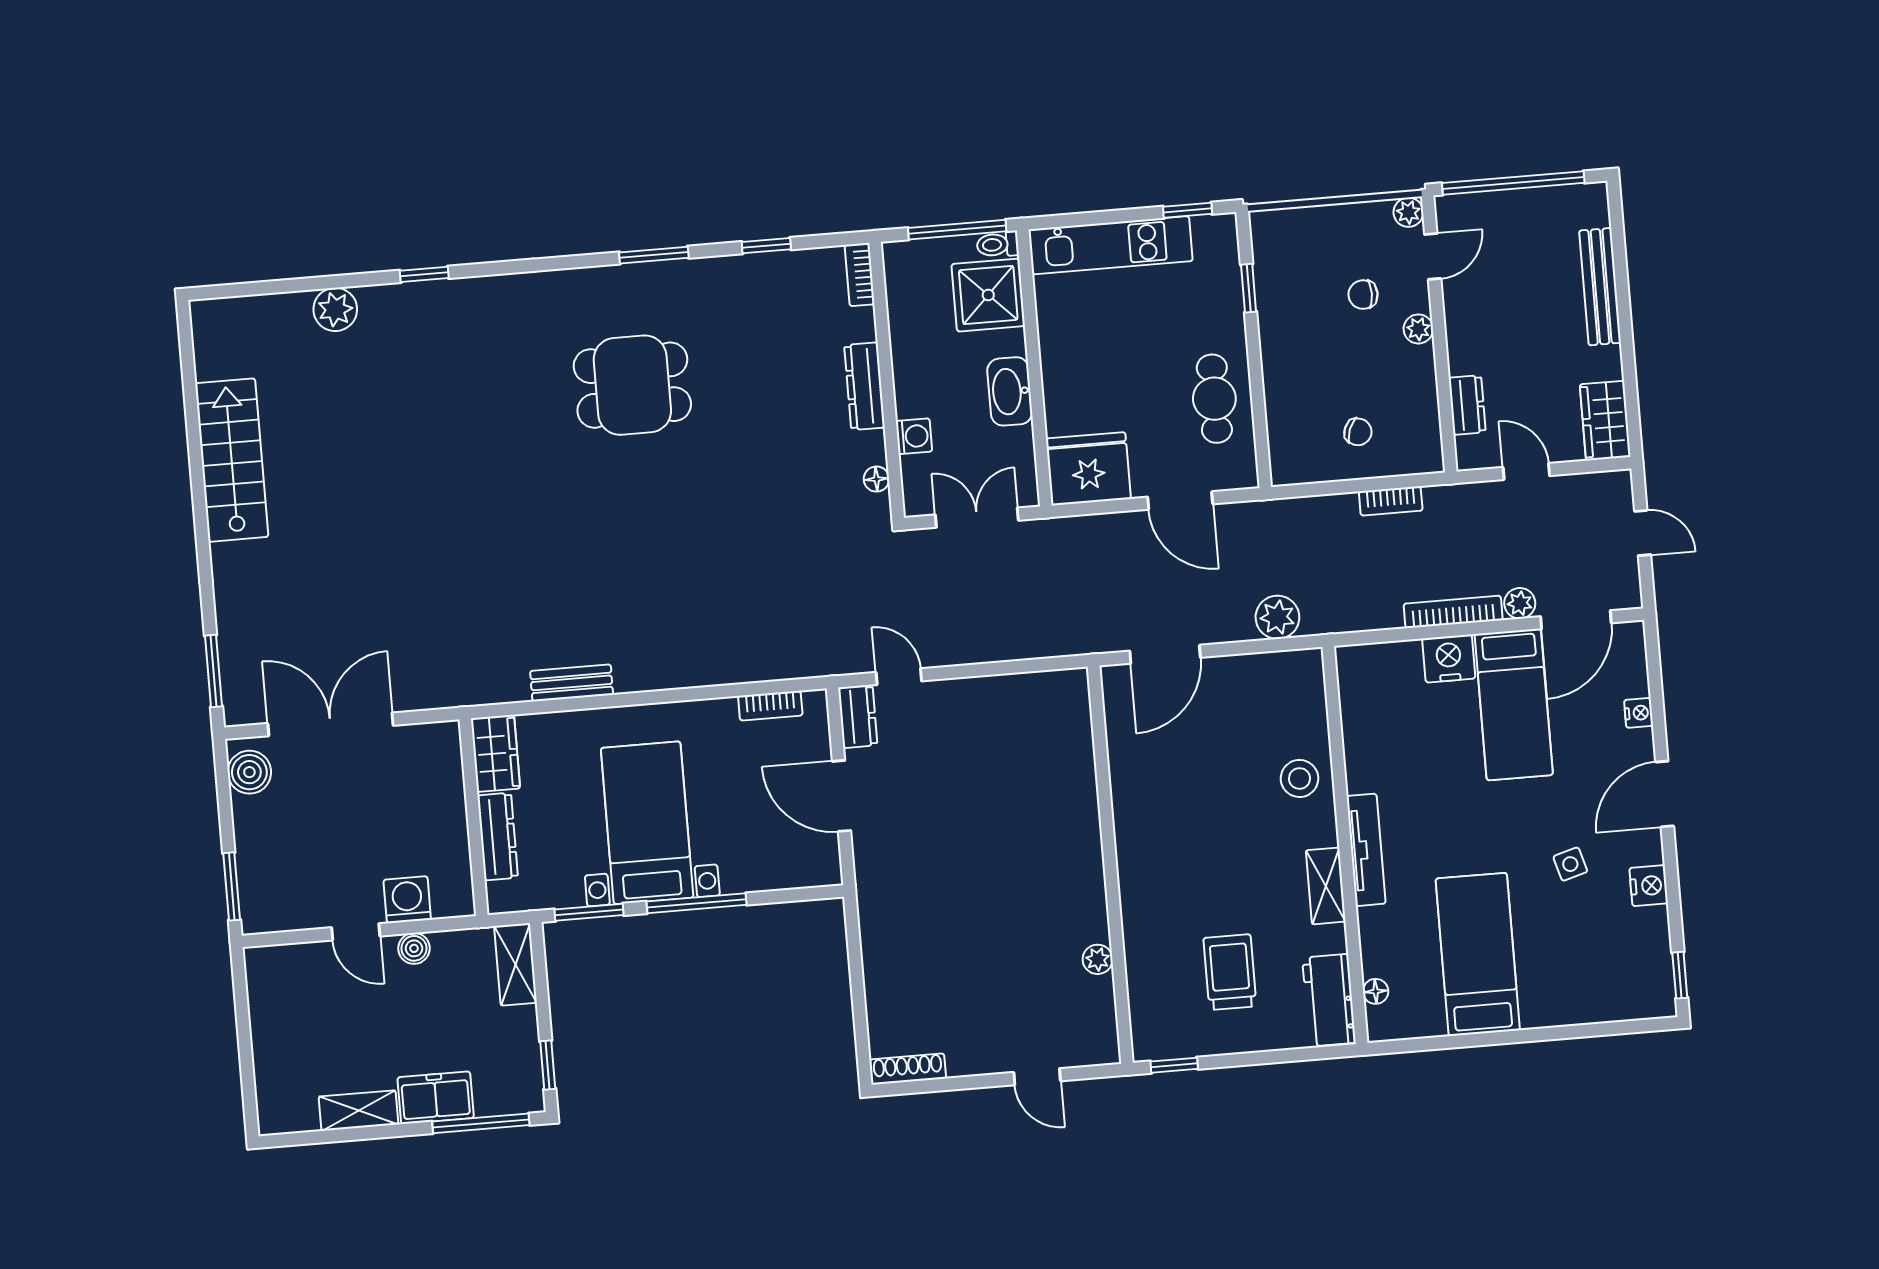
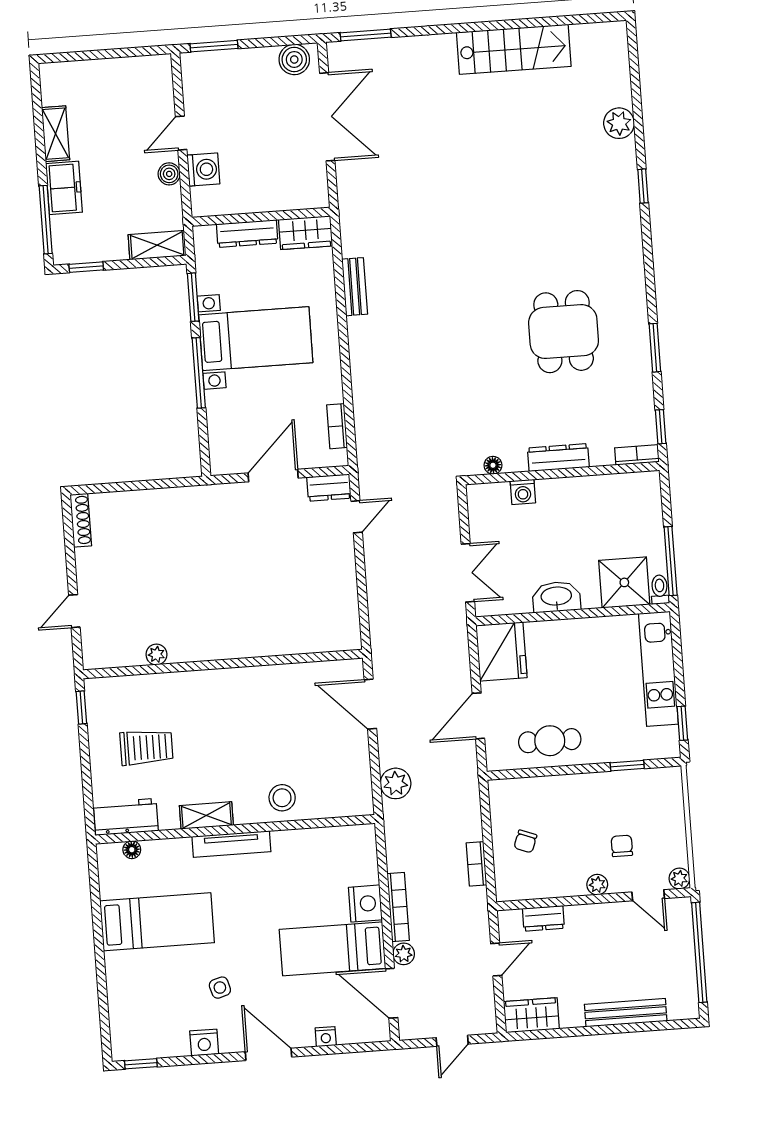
bookcase: (860, 275) -> (637, 455), moved
wall: (887, 380) -> (562, 473), moved
dresser: (865, 386) -> (558, 458), moved
washing machine: (914, 436) -> (523, 492), moved
floor lamp: (876, 479) -> (493, 465), moved

